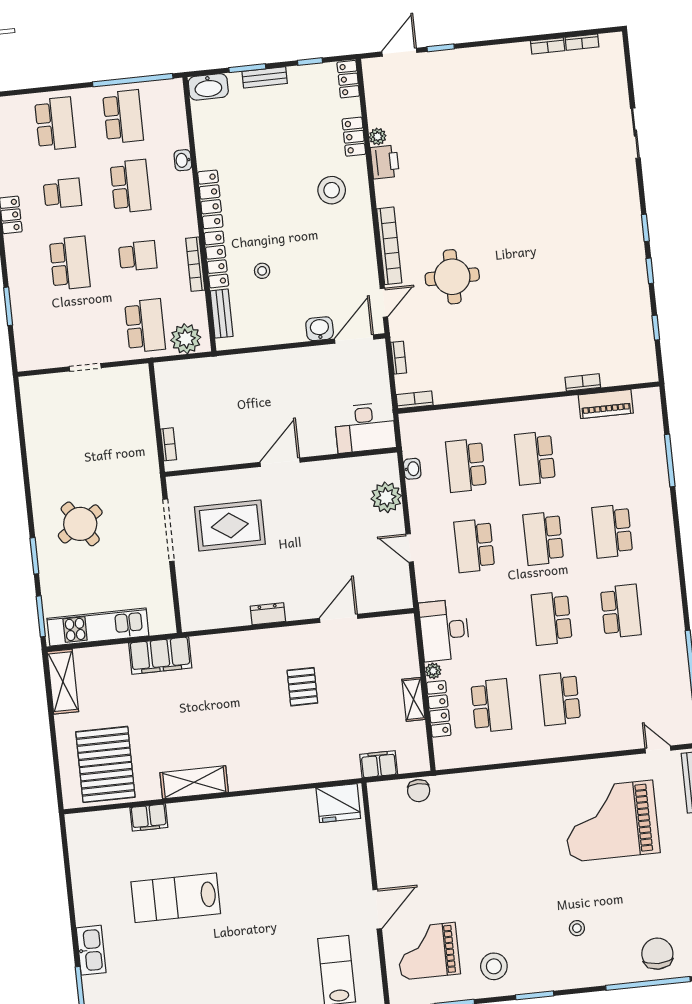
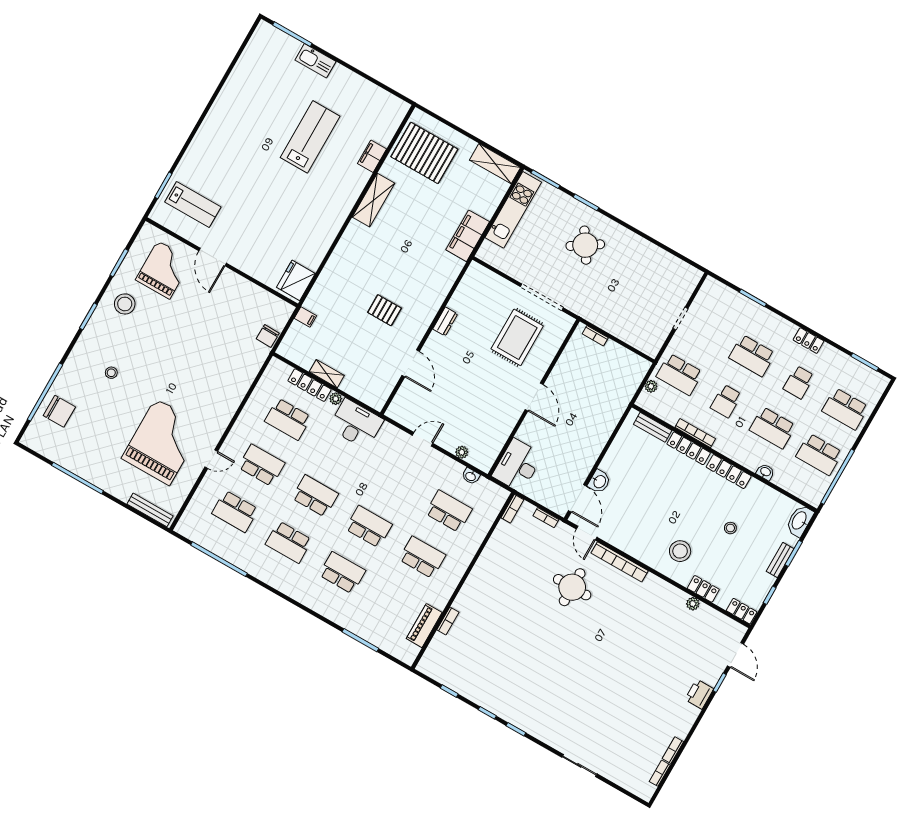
printer: (385, 162) -> (699, 694), moved, turned 90
stool: (262, 271) -> (730, 528), moved
plant: (186, 339) -> (651, 386), width x0.53, depth x0.53
plant: (386, 497) -> (462, 452), width x0.53, depth x0.53
school desk: (474, 546) -> (235, 511), moved, turned 180
door: (658, 749) -> (211, 459), moved
filing cabinet: (379, 764) -> (305, 317), width x0.50
chair: (419, 791) -> (268, 336), turned -89

